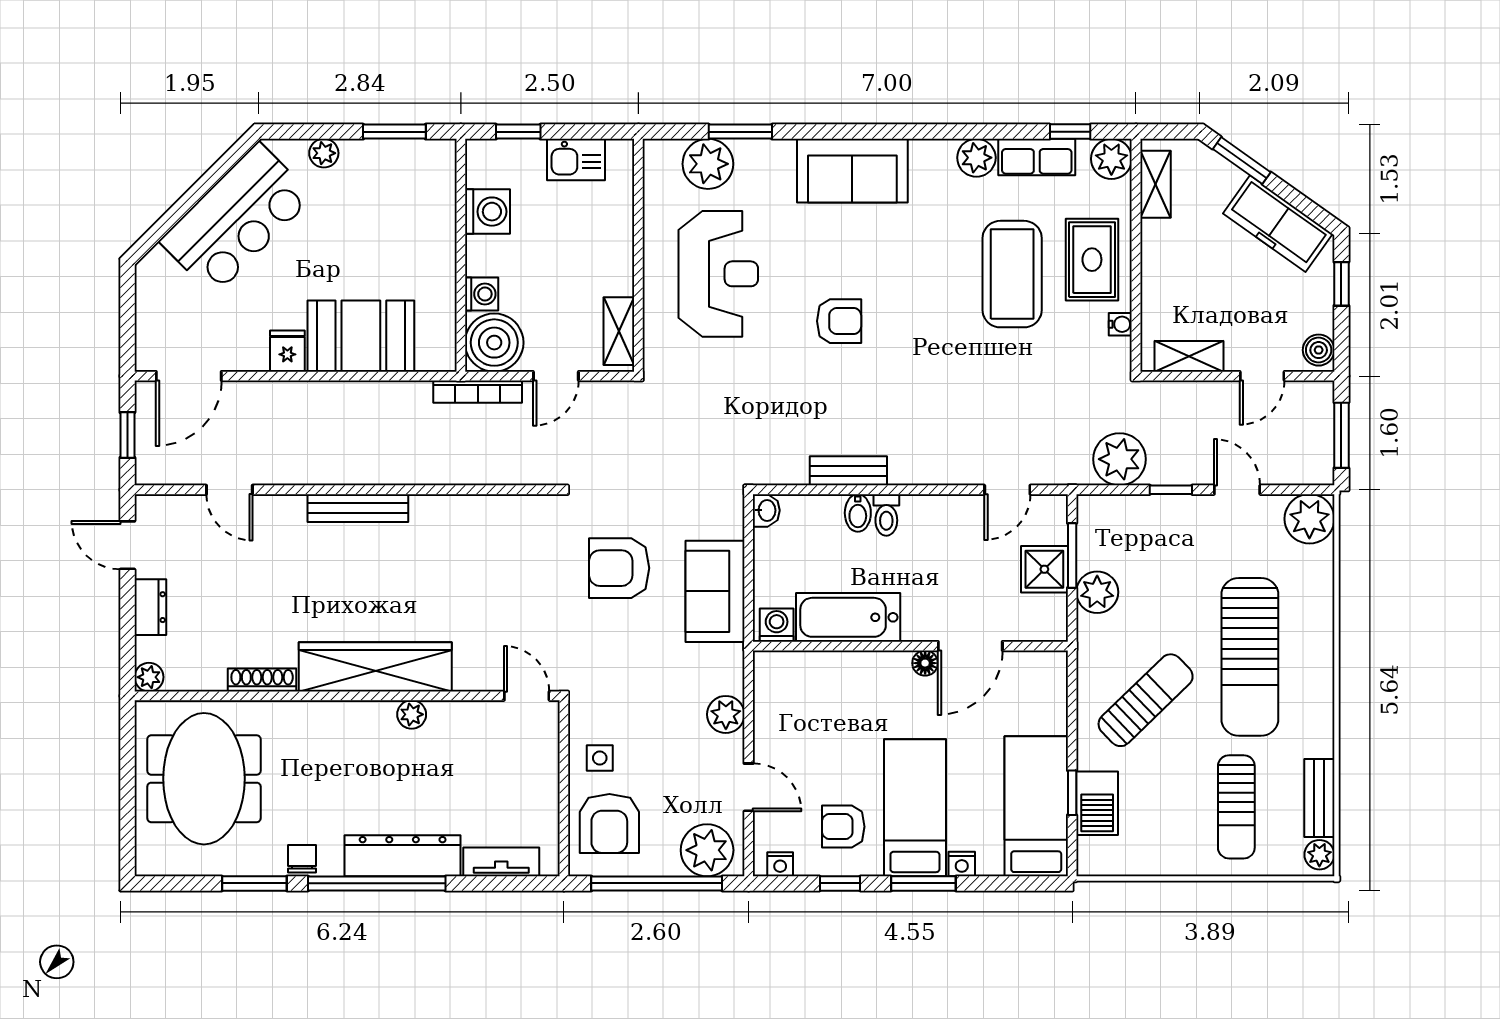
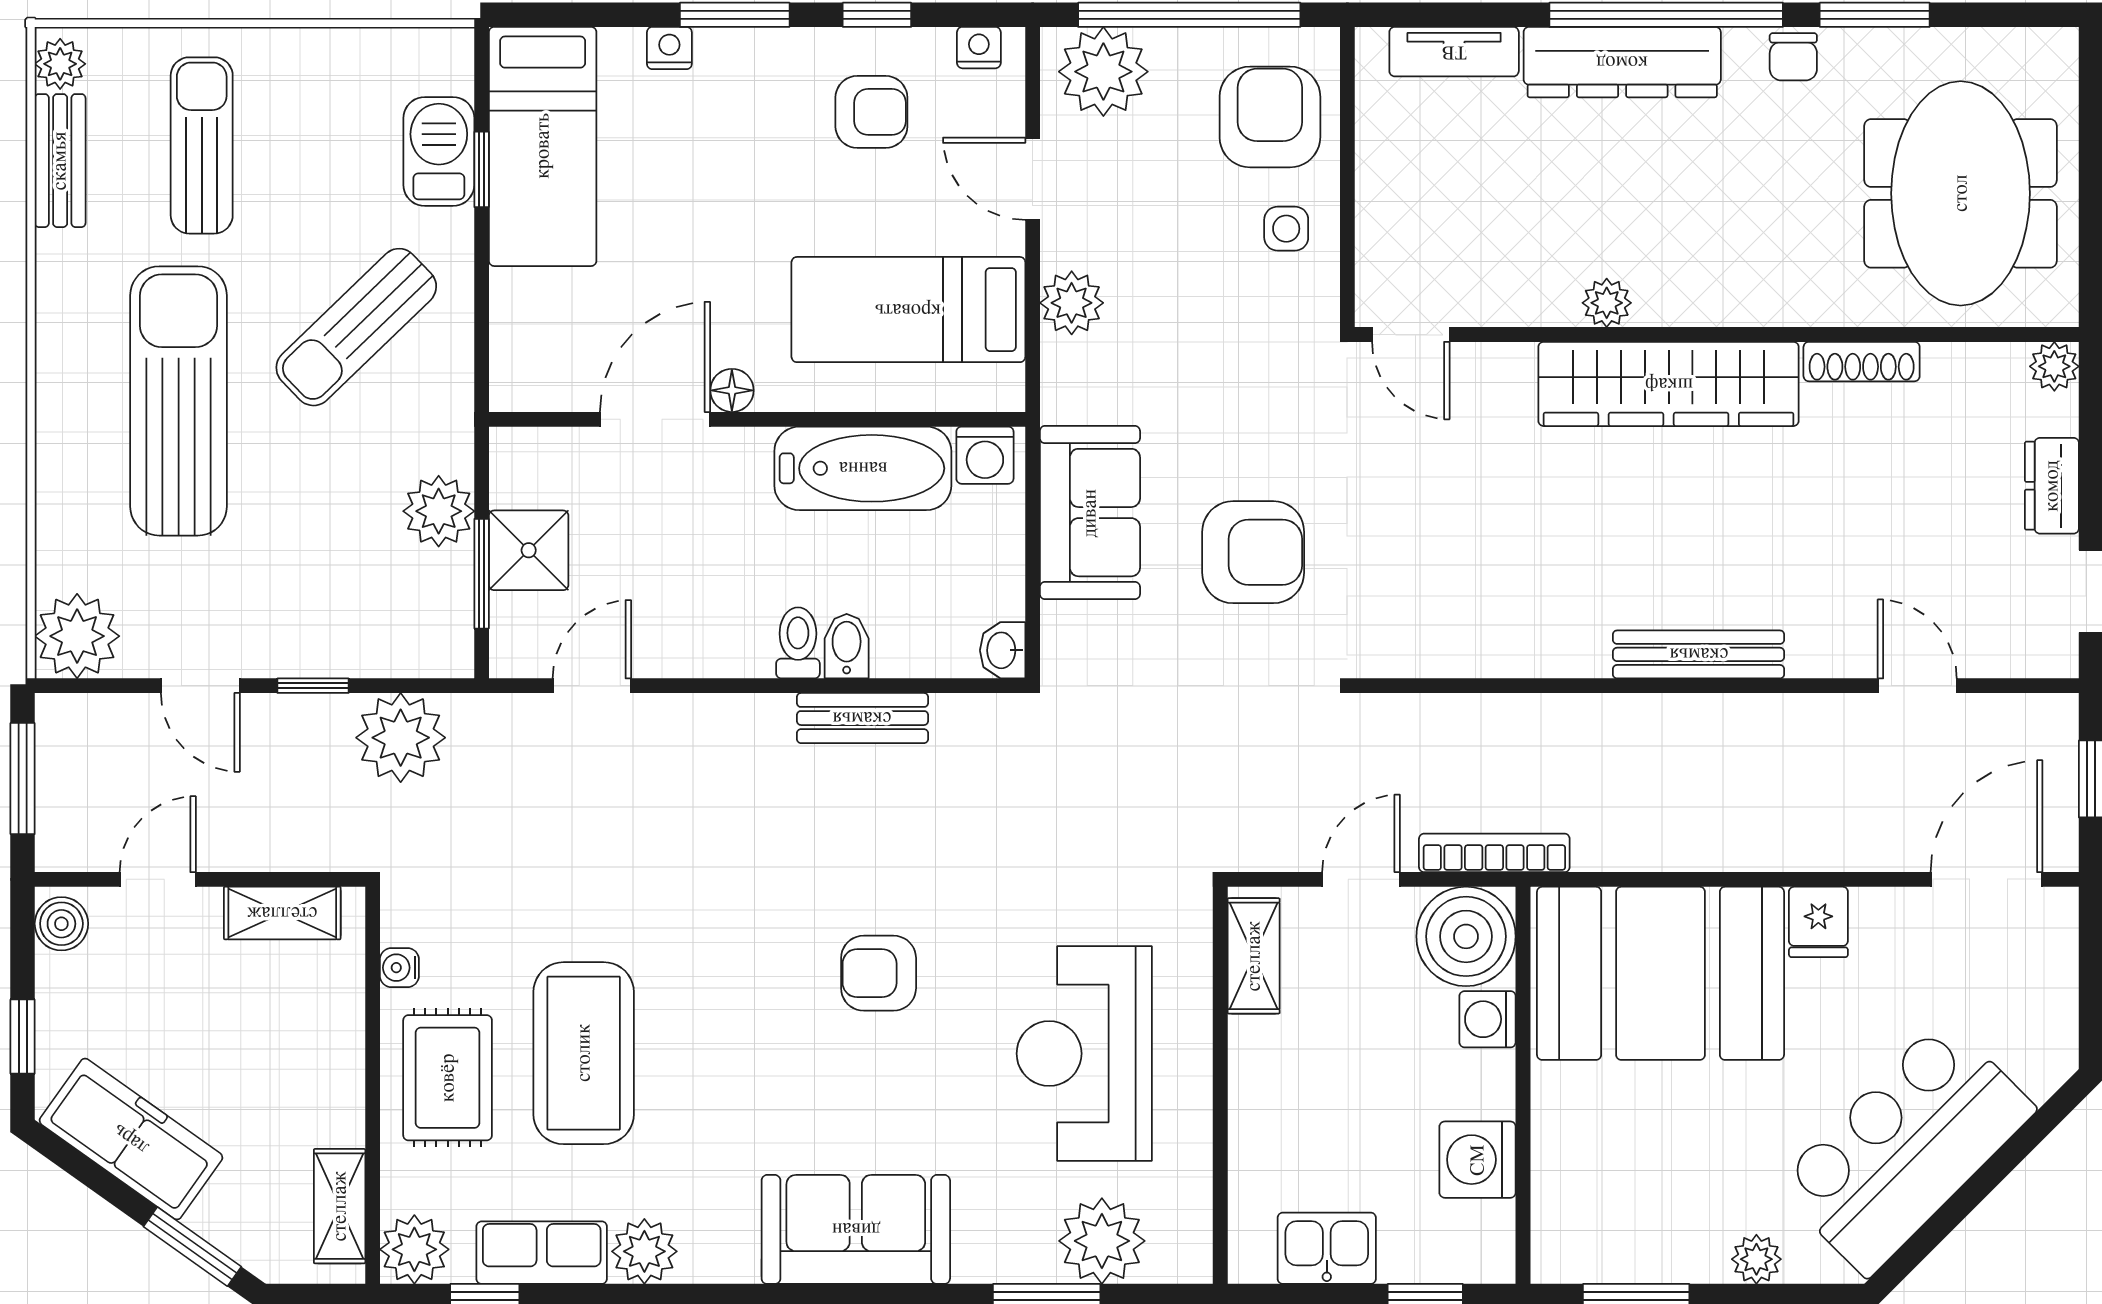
booth: (361, 336) -> (1660, 973), width x1.36, depth x1.42
bed: (915, 808) -> (908, 310), moved, turned 90

